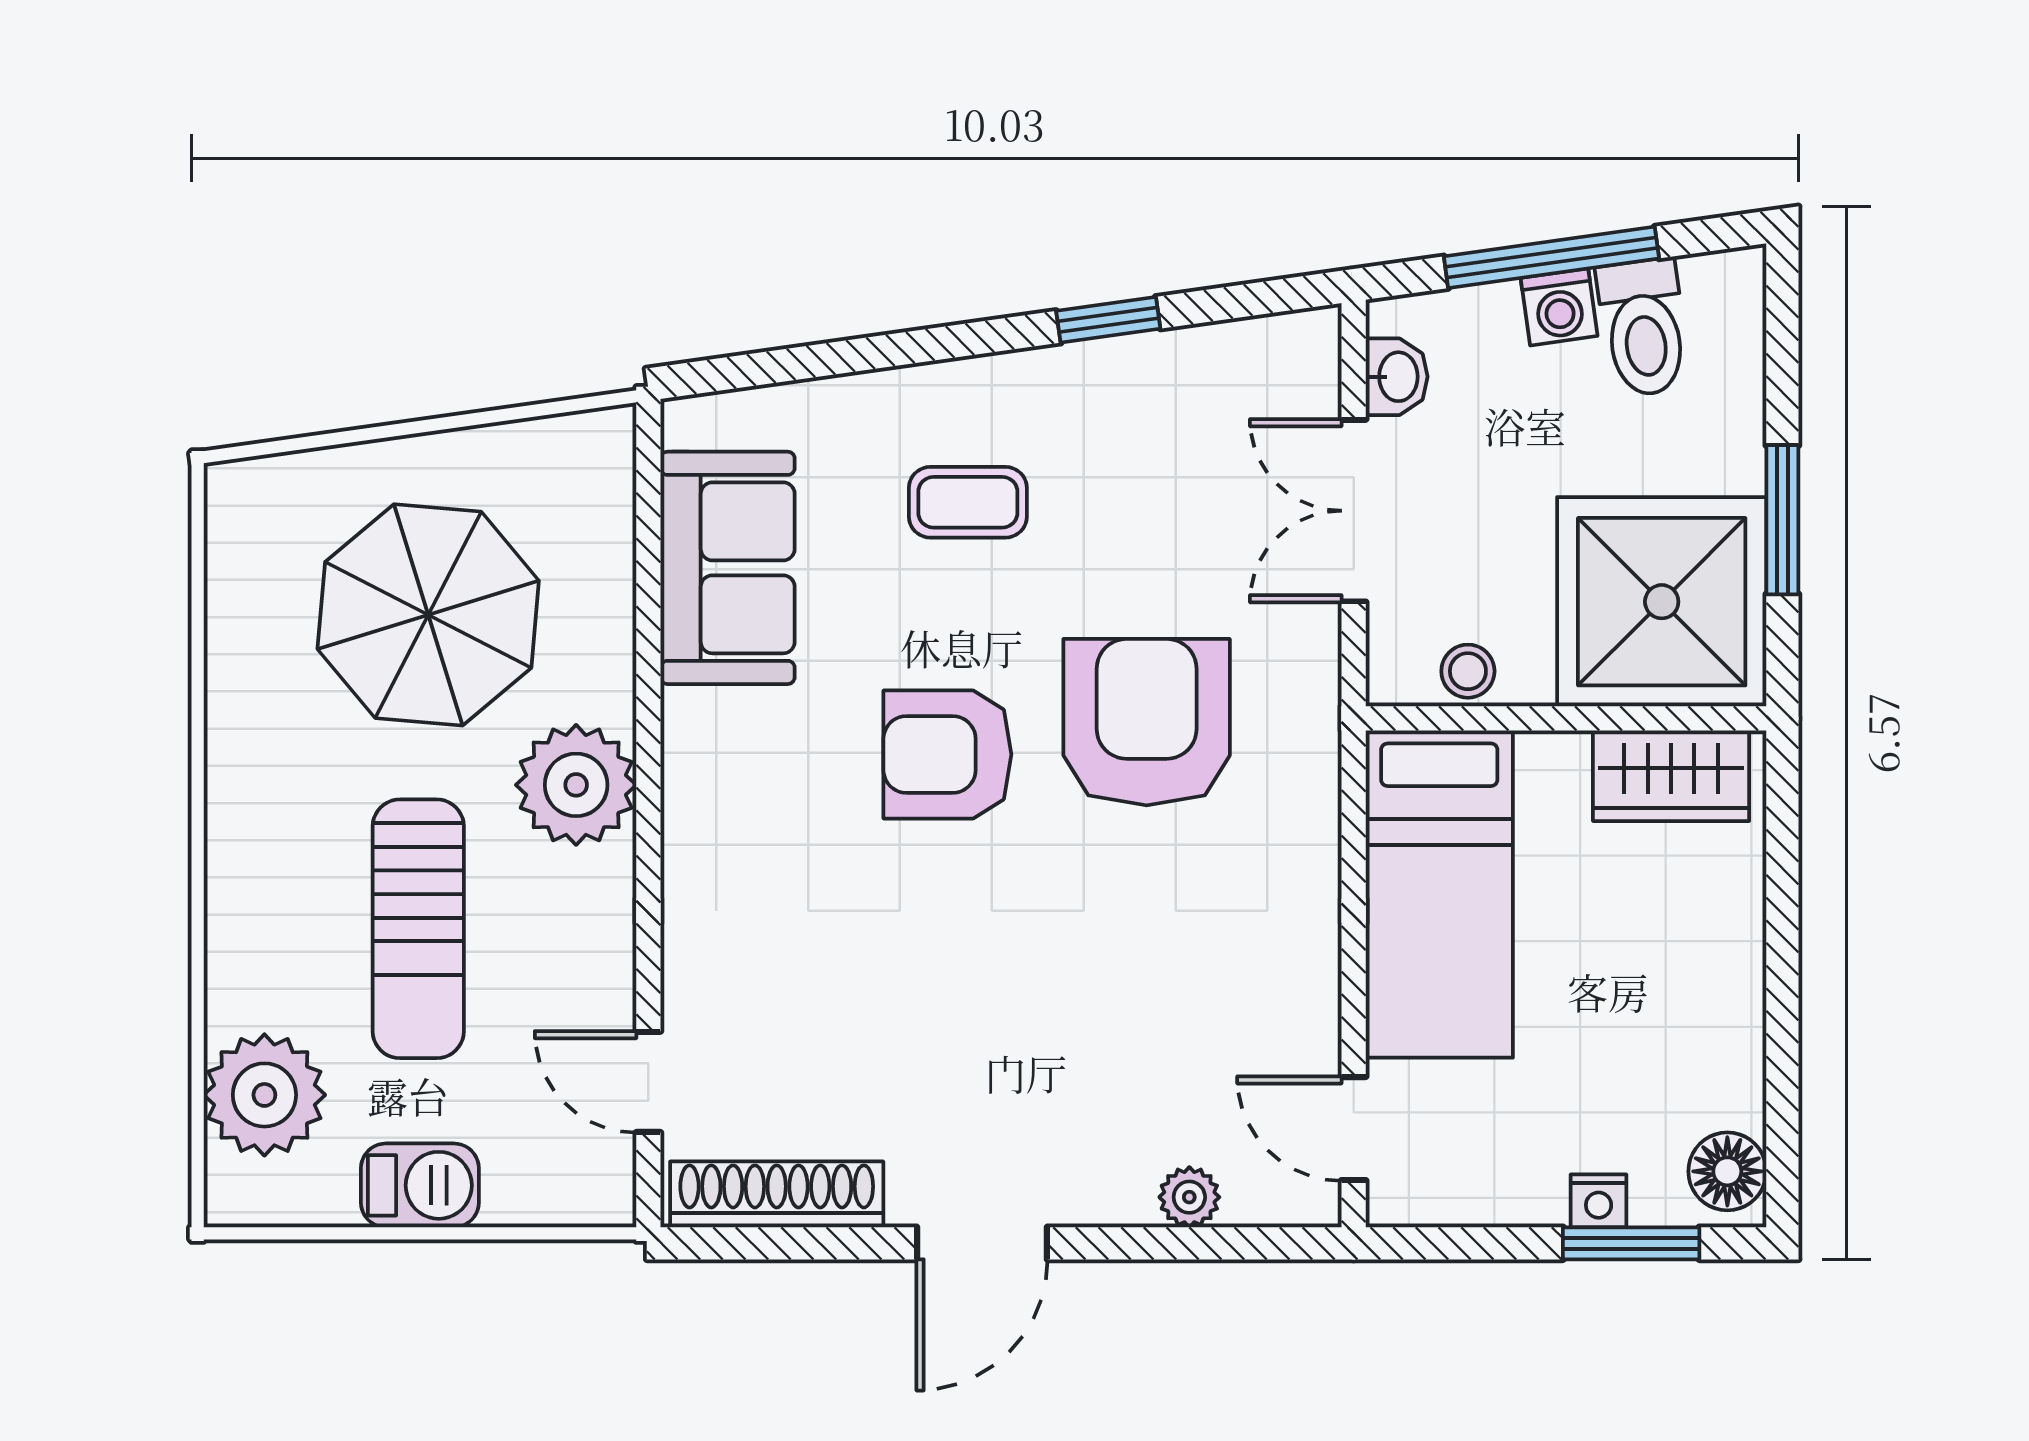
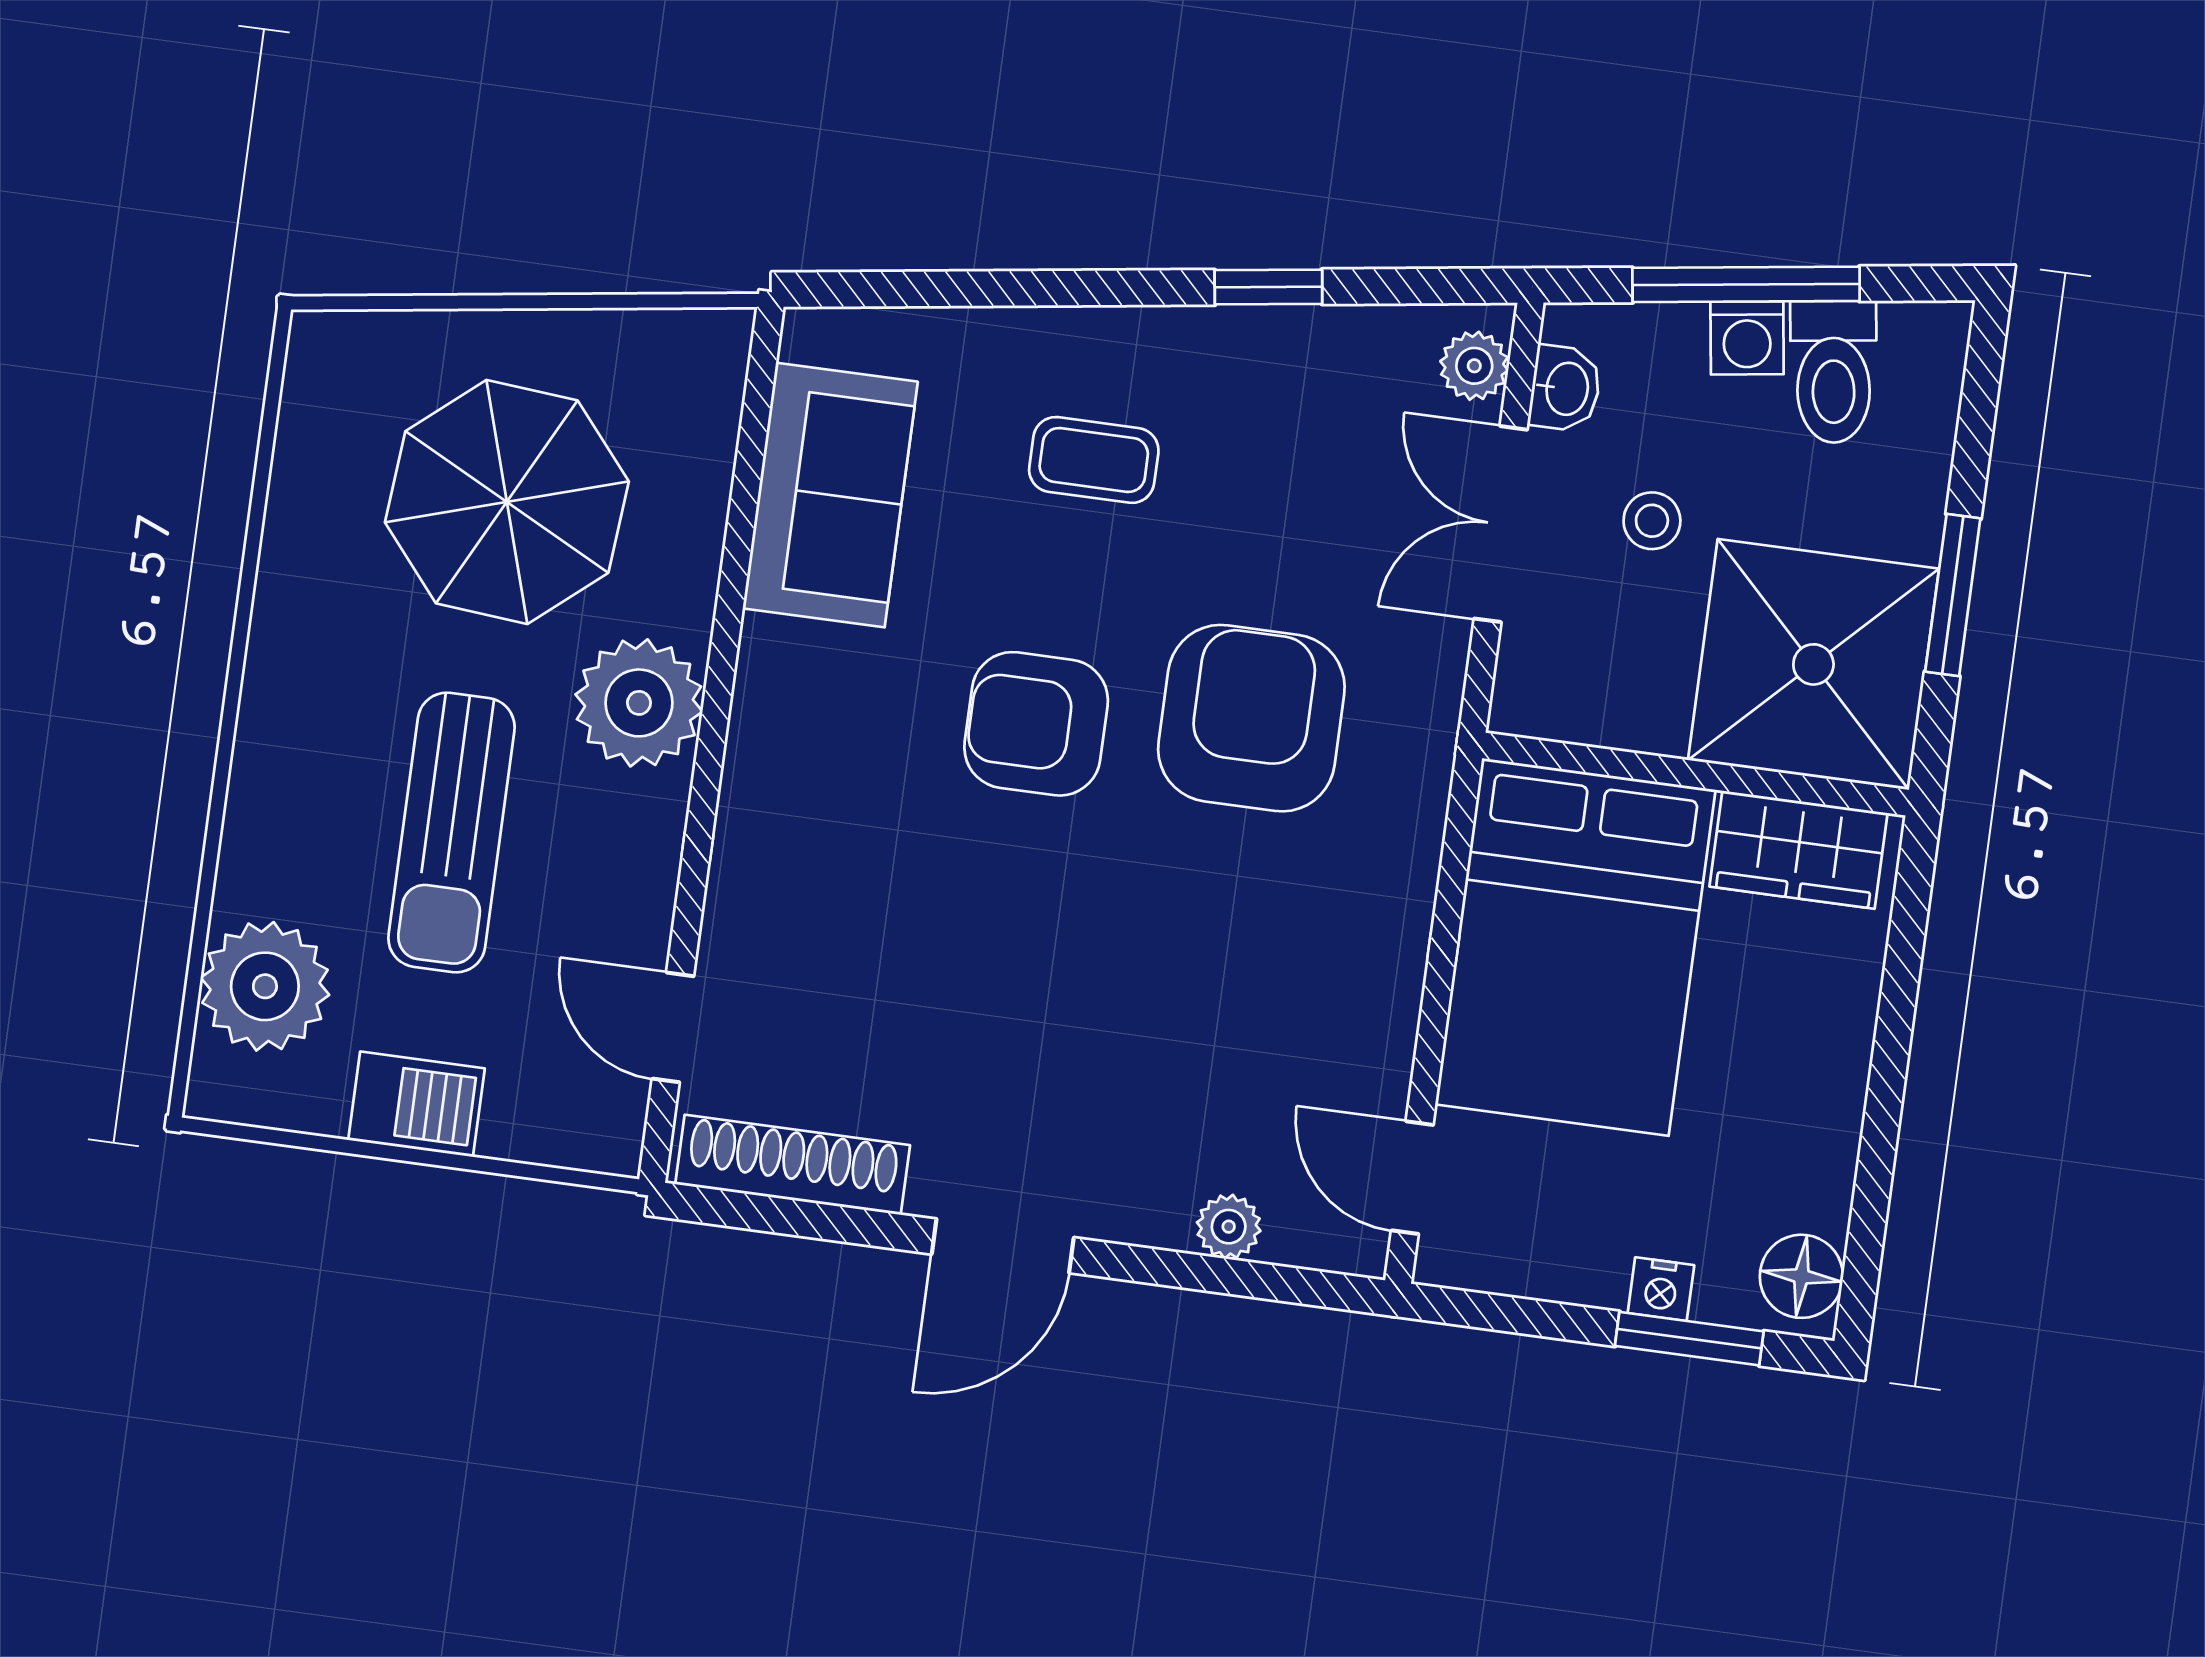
plant: (1309, 367) -> (1474, 366), added
stool: (1468, 671) -> (1652, 521), moved
bed: (1439, 894) -> (1575, 947), width x1.50

